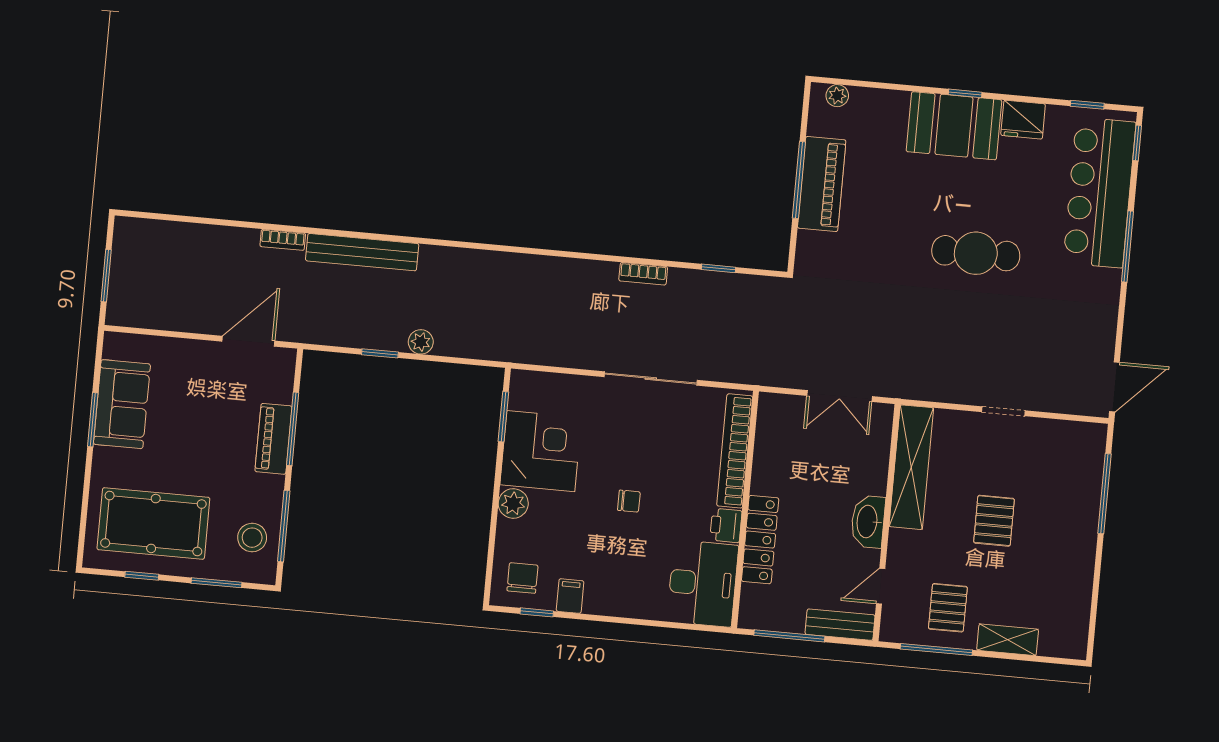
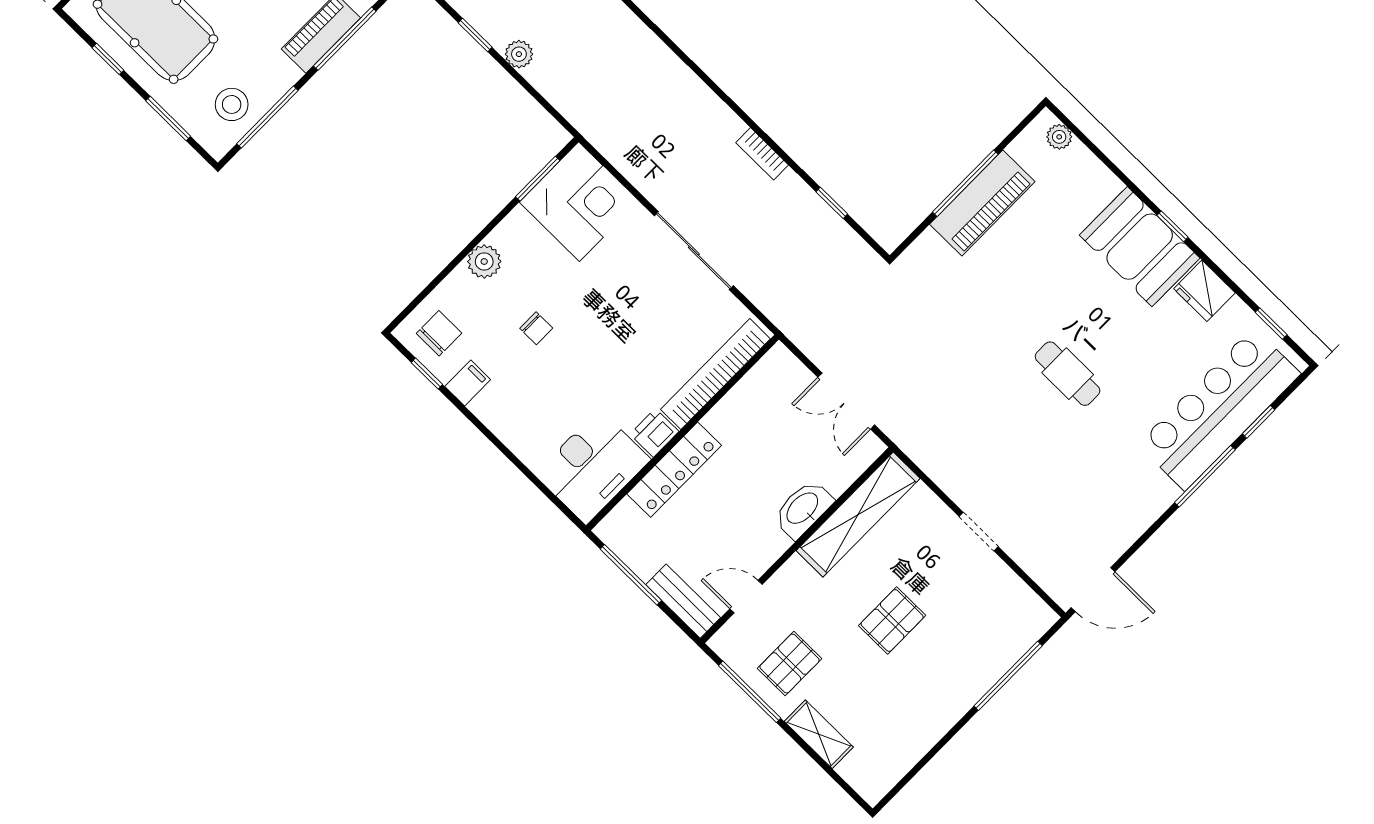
window: (1137, 143) -> (1259, 422), moved
cafe table: (976, 253) -> (1068, 374), width x0.73, depth x0.74
corner desk: (541, 451) -> (579, 202), moved
chair: (629, 501) -> (536, 328), moved
washbasin: (868, 522) -> (803, 509), moved

